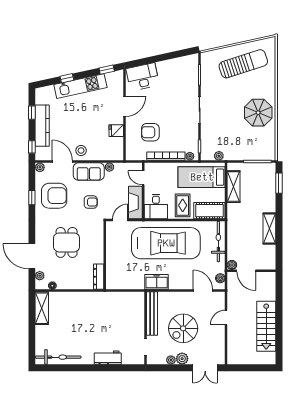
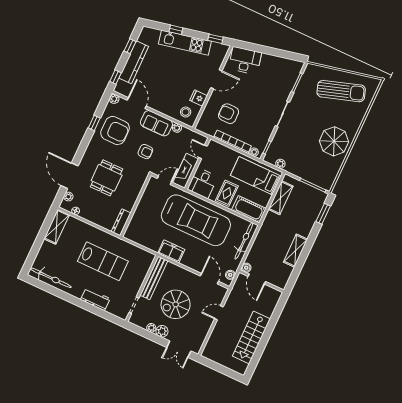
stool: (81, 150) -> (186, 112), moved
lab bench: (99, 320) -> (103, 261), added

